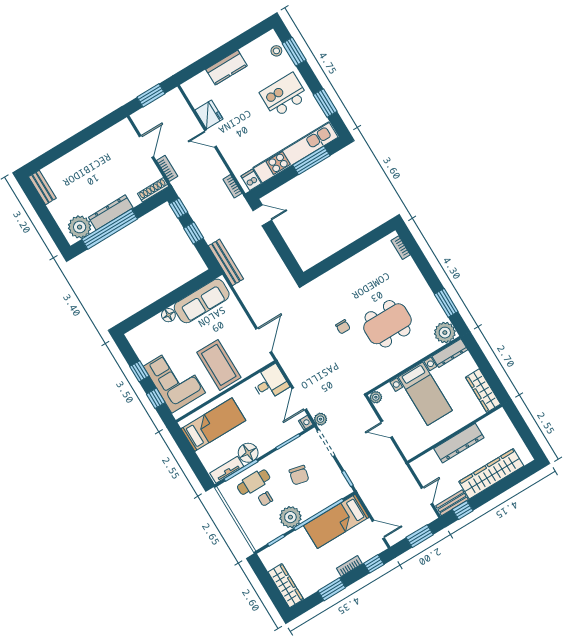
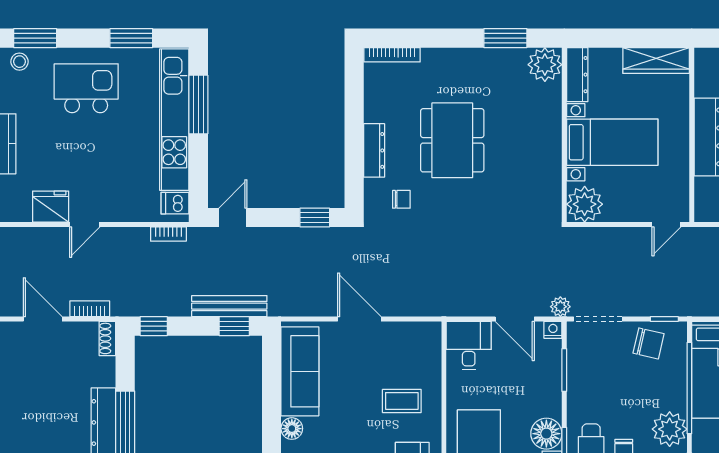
kitchen island: (284, 95) -> (86, 88), turned 90
shoe rack: (153, 190) -> (107, 338), width x0.70
window: (194, 233) -> (234, 326), moved
bookcase: (401, 248) -> (392, 55), width x1.56
window: (289, 259) -> (315, 217), added
bench: (226, 262) -> (229, 306), moved
dresser: (344, 269) -> (374, 150), added
dining table: (387, 324) -> (452, 140), moved
chair: (343, 327) -> (401, 199), moved
door: (264, 340) -> (359, 319), moved
coffee table: (219, 365) -> (402, 401), width x0.54, depth x0.58
plant: (376, 397) -> (585, 204), width x1.88, depth x1.88
door: (387, 429) -> (666, 225), moved
chair: (299, 475) -> (649, 343), moved

